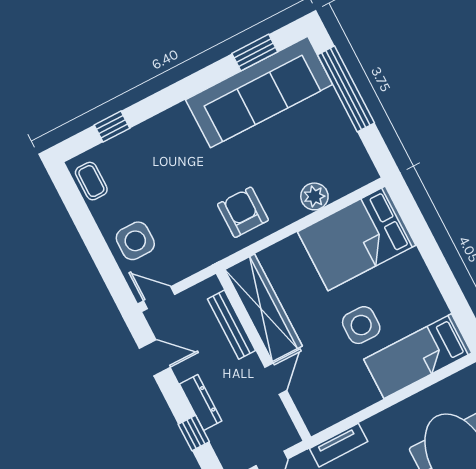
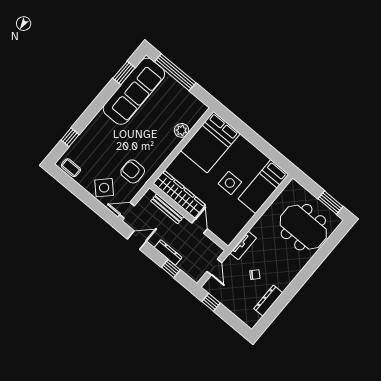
armchair: (243, 212) -> (133, 171), moved
side table: (135, 241) -> (104, 188), turned 45

